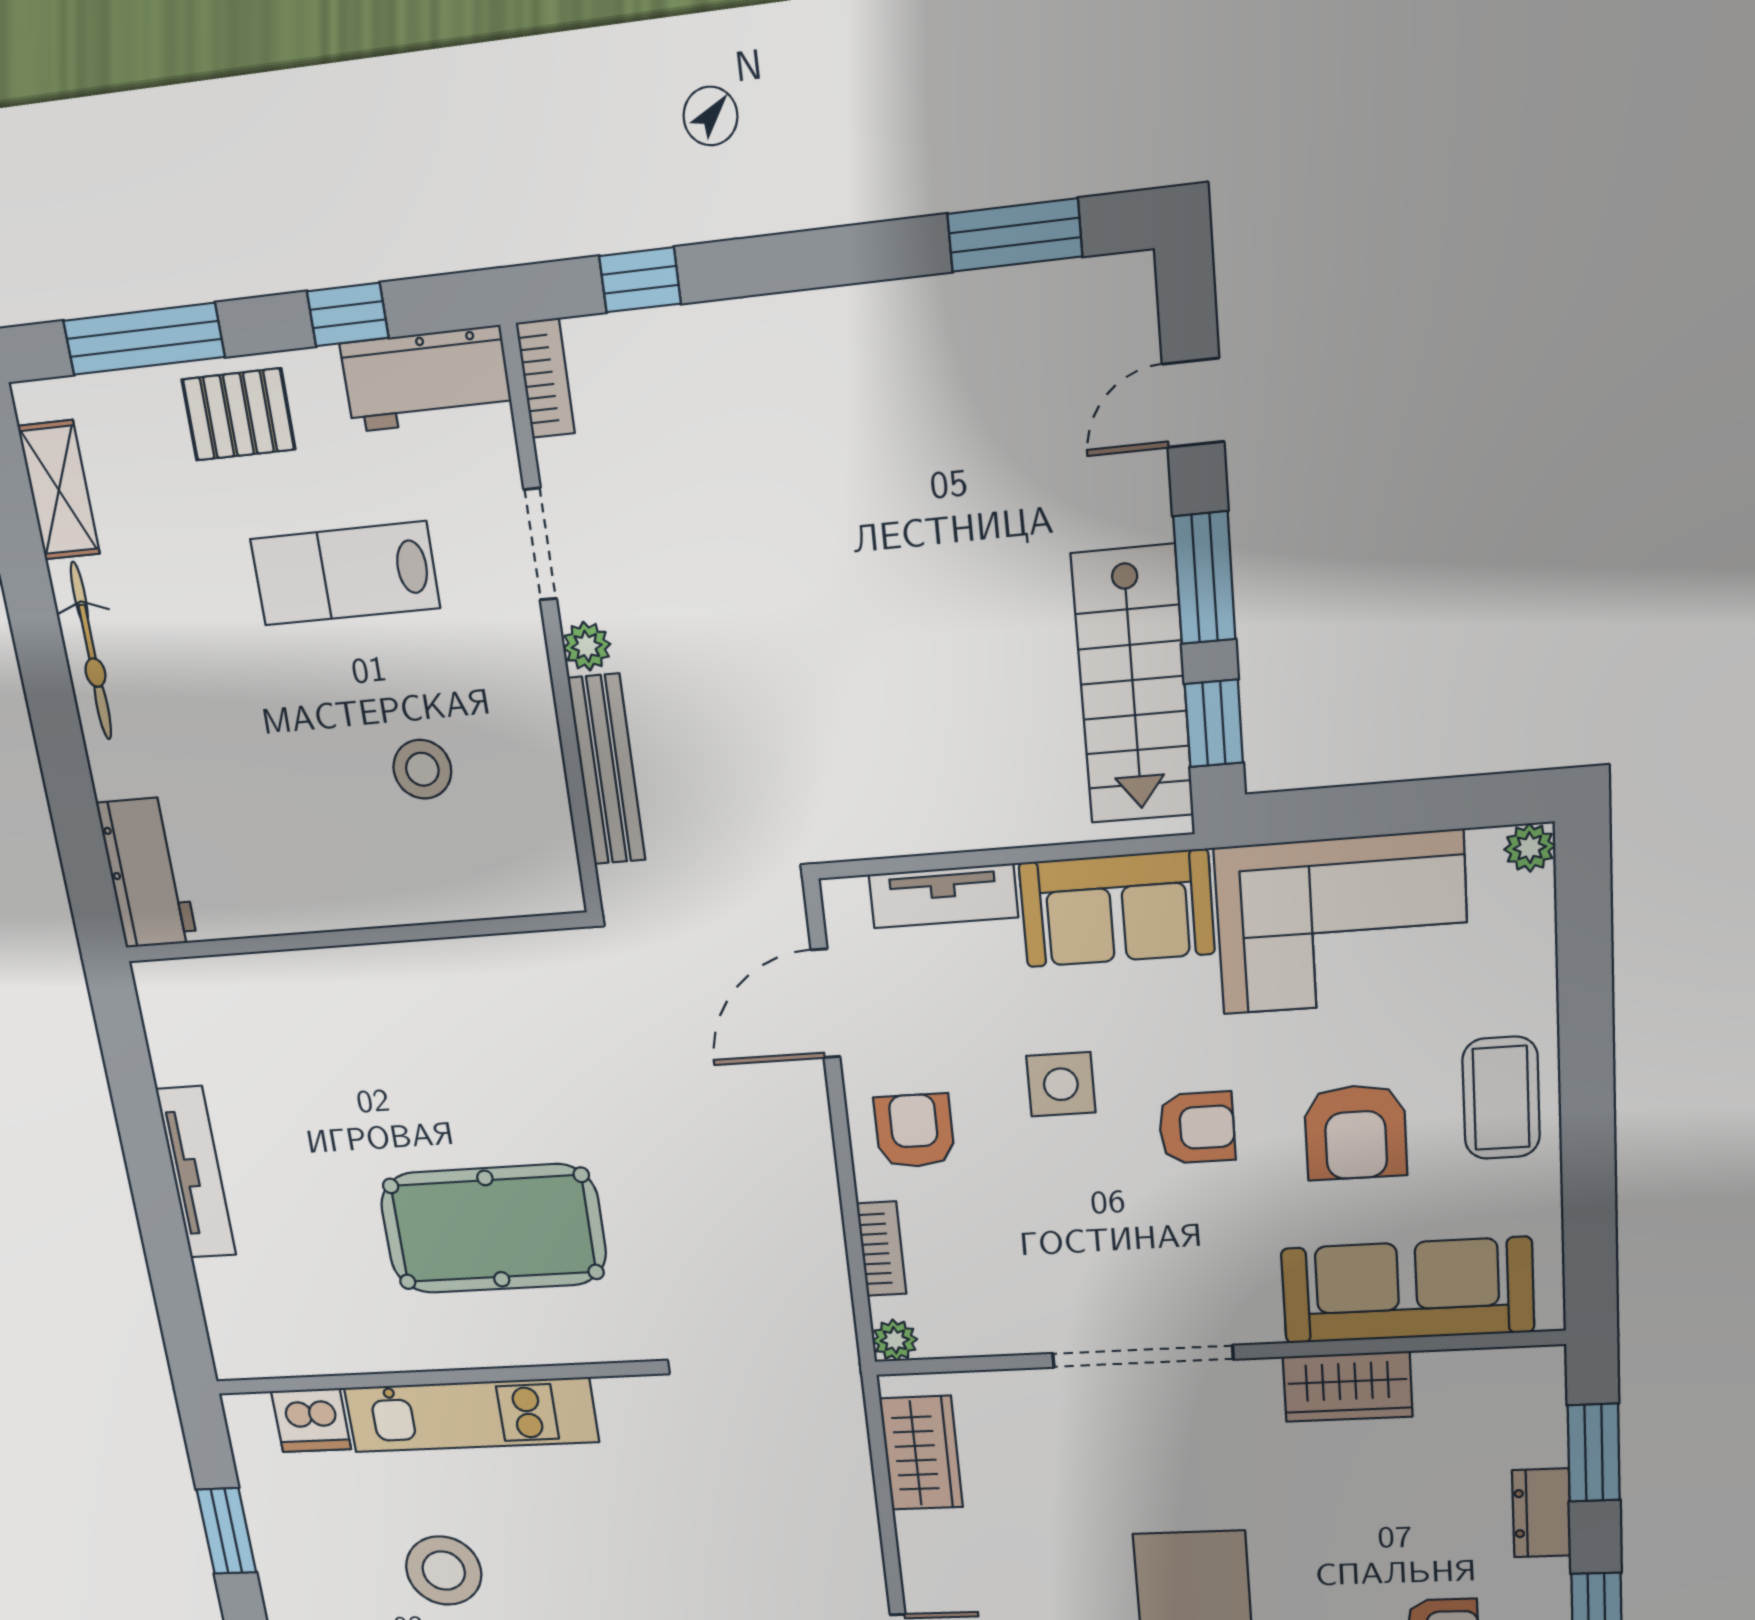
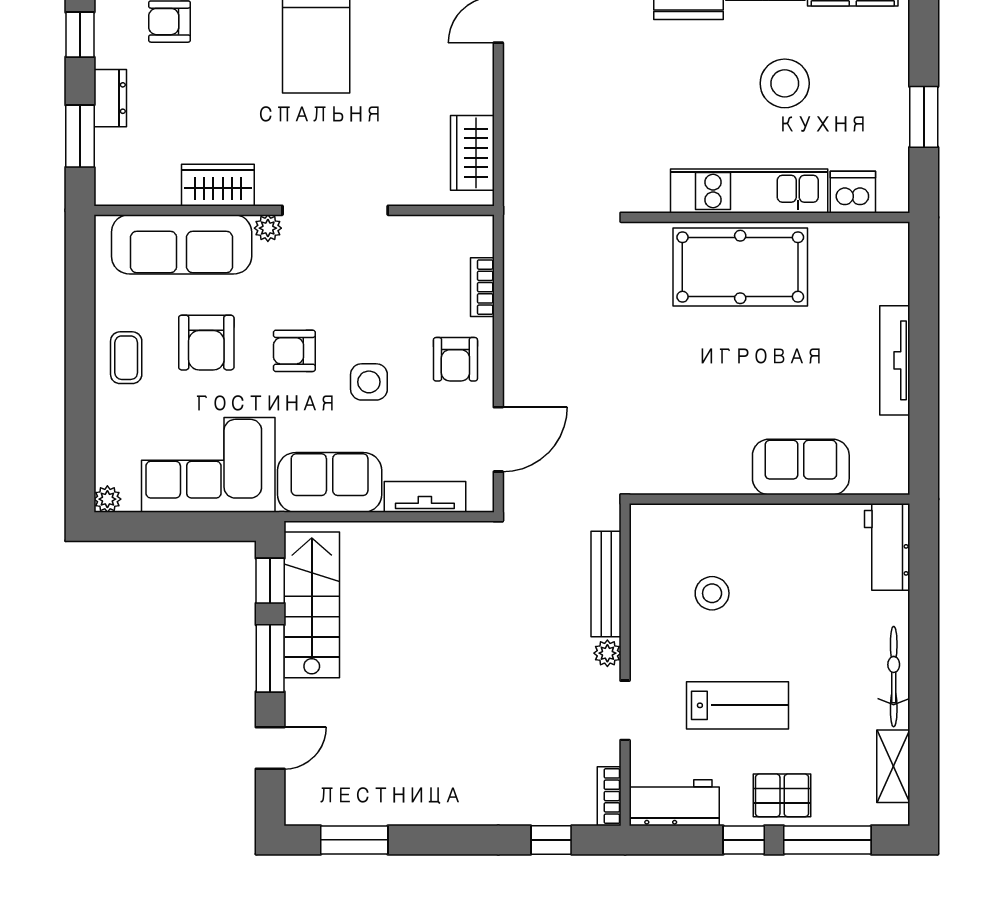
window: (348, 315) -> (744, 840), moved
sofa: (312, 994) -> (801, 467), added
coffee table: (1501, 1098) -> (126, 358), width x0.73, depth x0.77
armchair: (1355, 1132) -> (206, 343), turned 180
pool table: (493, 1229) -> (740, 267), moved
plant: (895, 1340) -> (268, 228), moved

